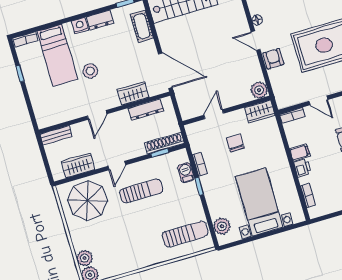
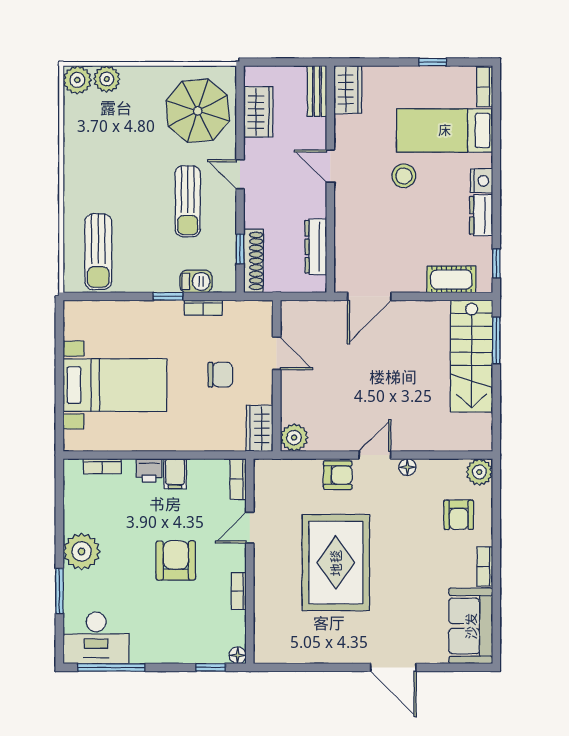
door: (165, 71) -> (369, 296), width x0.73
wardrobe: (133, 93) -> (348, 90), moved
plant: (222, 226) -> (93, 314), removed

